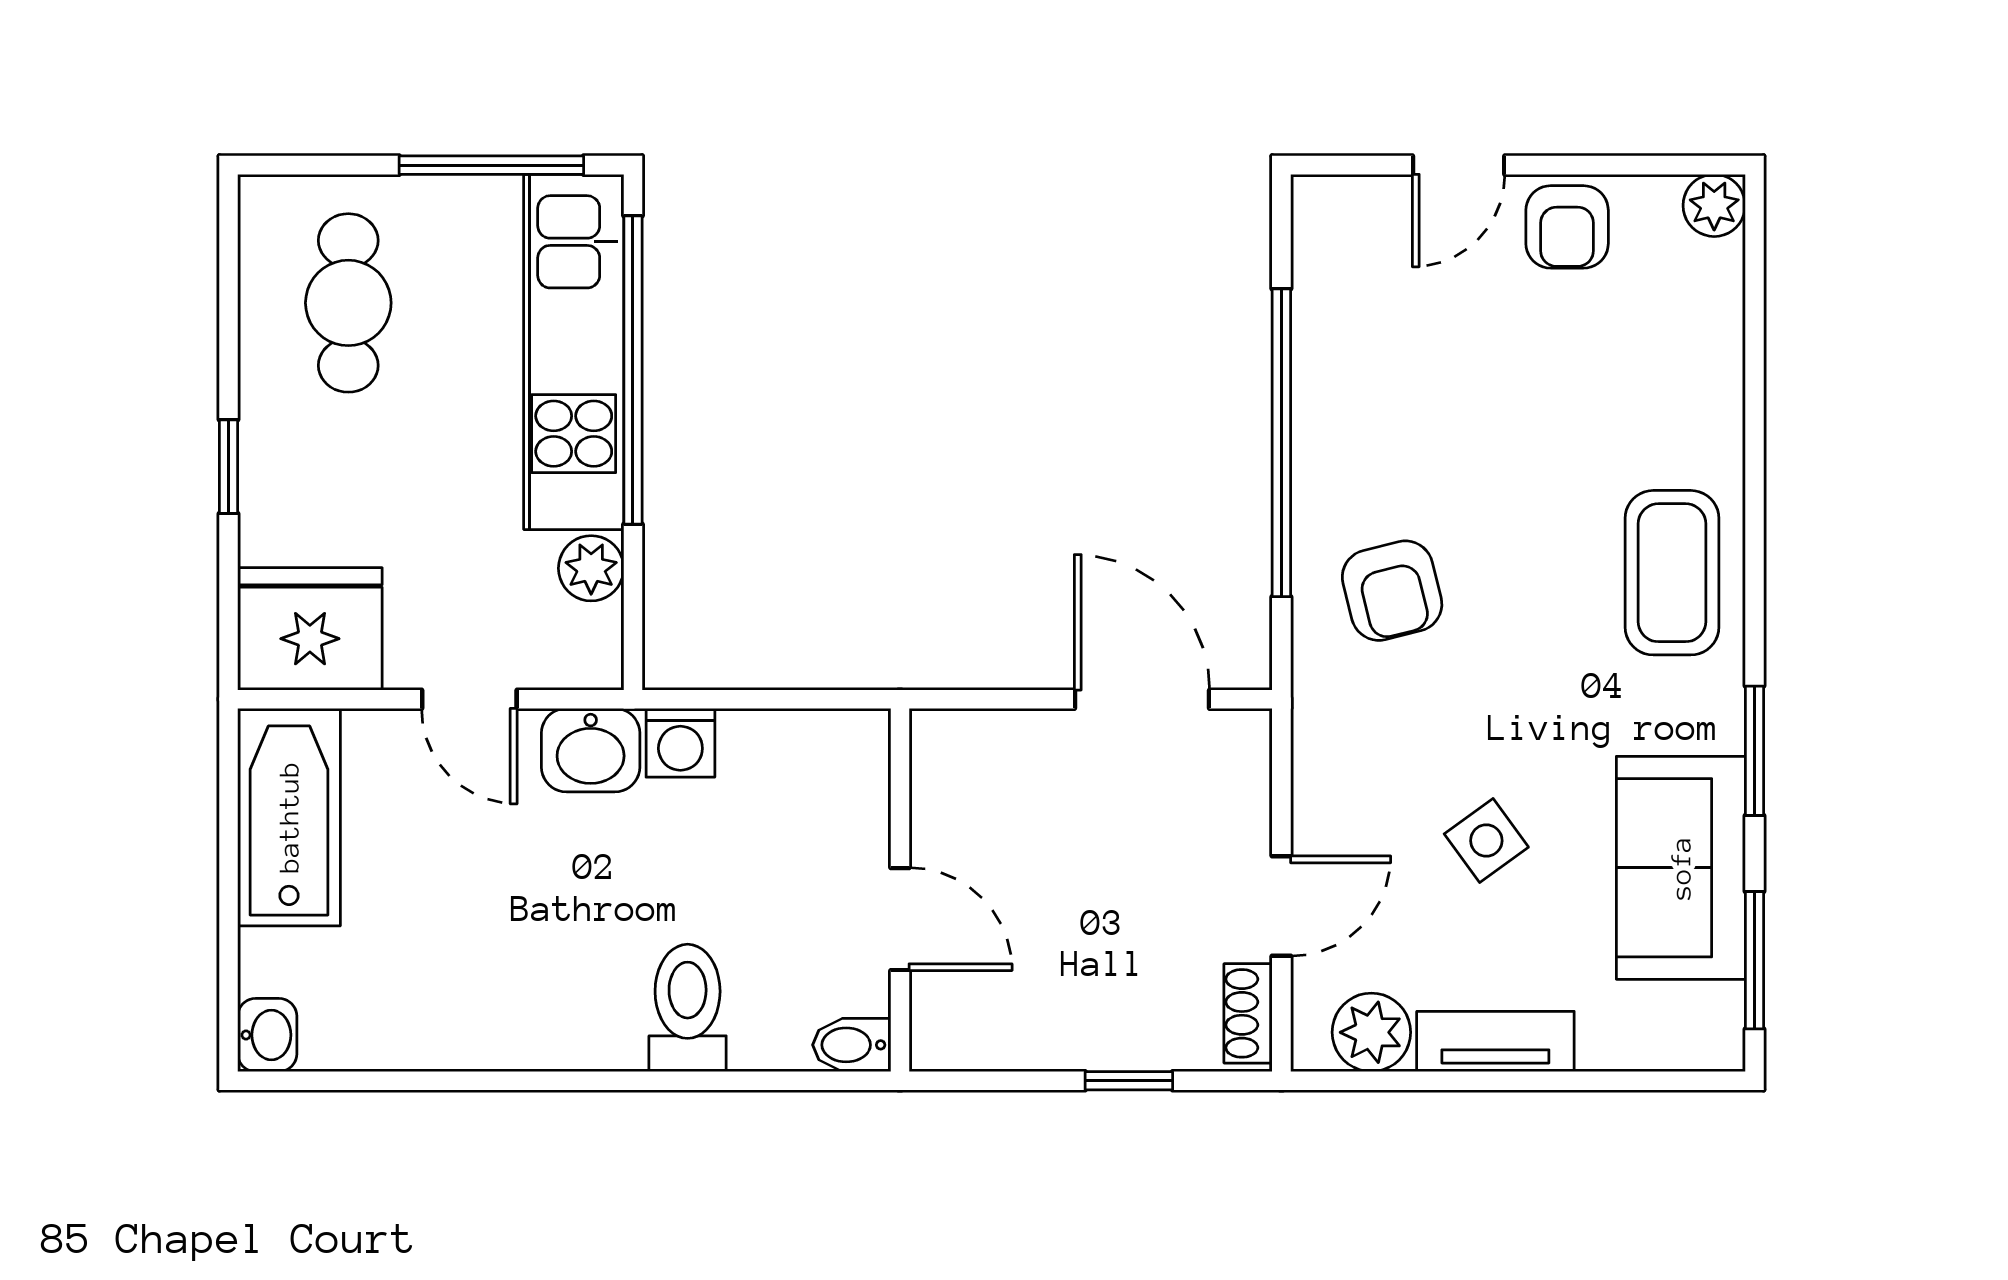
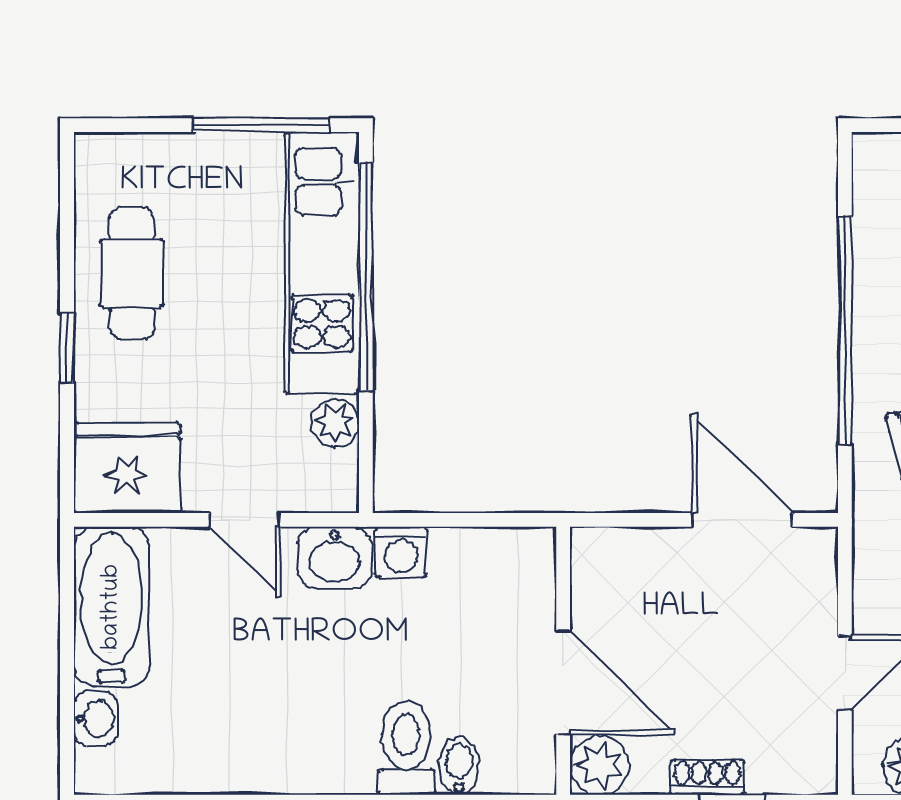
cafe table: (348, 303) -> (132, 273), moved
door: (900, 919) -> (563, 682), width x1.38
shoe rack: (1248, 1013) -> (707, 777), moved, turned 90
plant: (949, 1032) -> (599, 765), added
washbasin: (267, 1035) -> (96, 719), moved
bidet: (852, 1045) -> (459, 766), moved, turned 90

